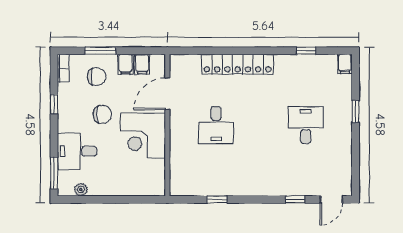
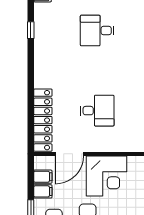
locker: (238, 64) -> (43, 120), moved
door: (167, 94) -> (69, 154), hinge flipped

